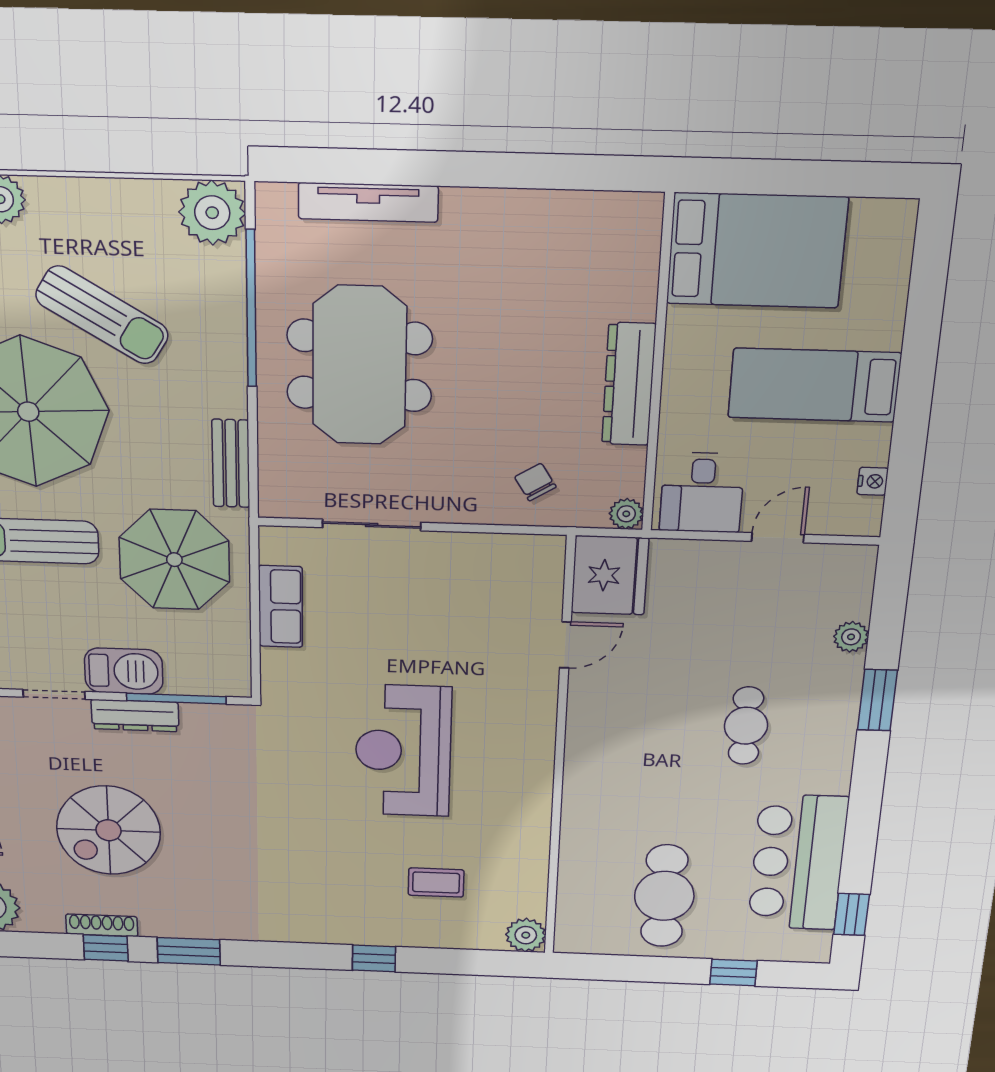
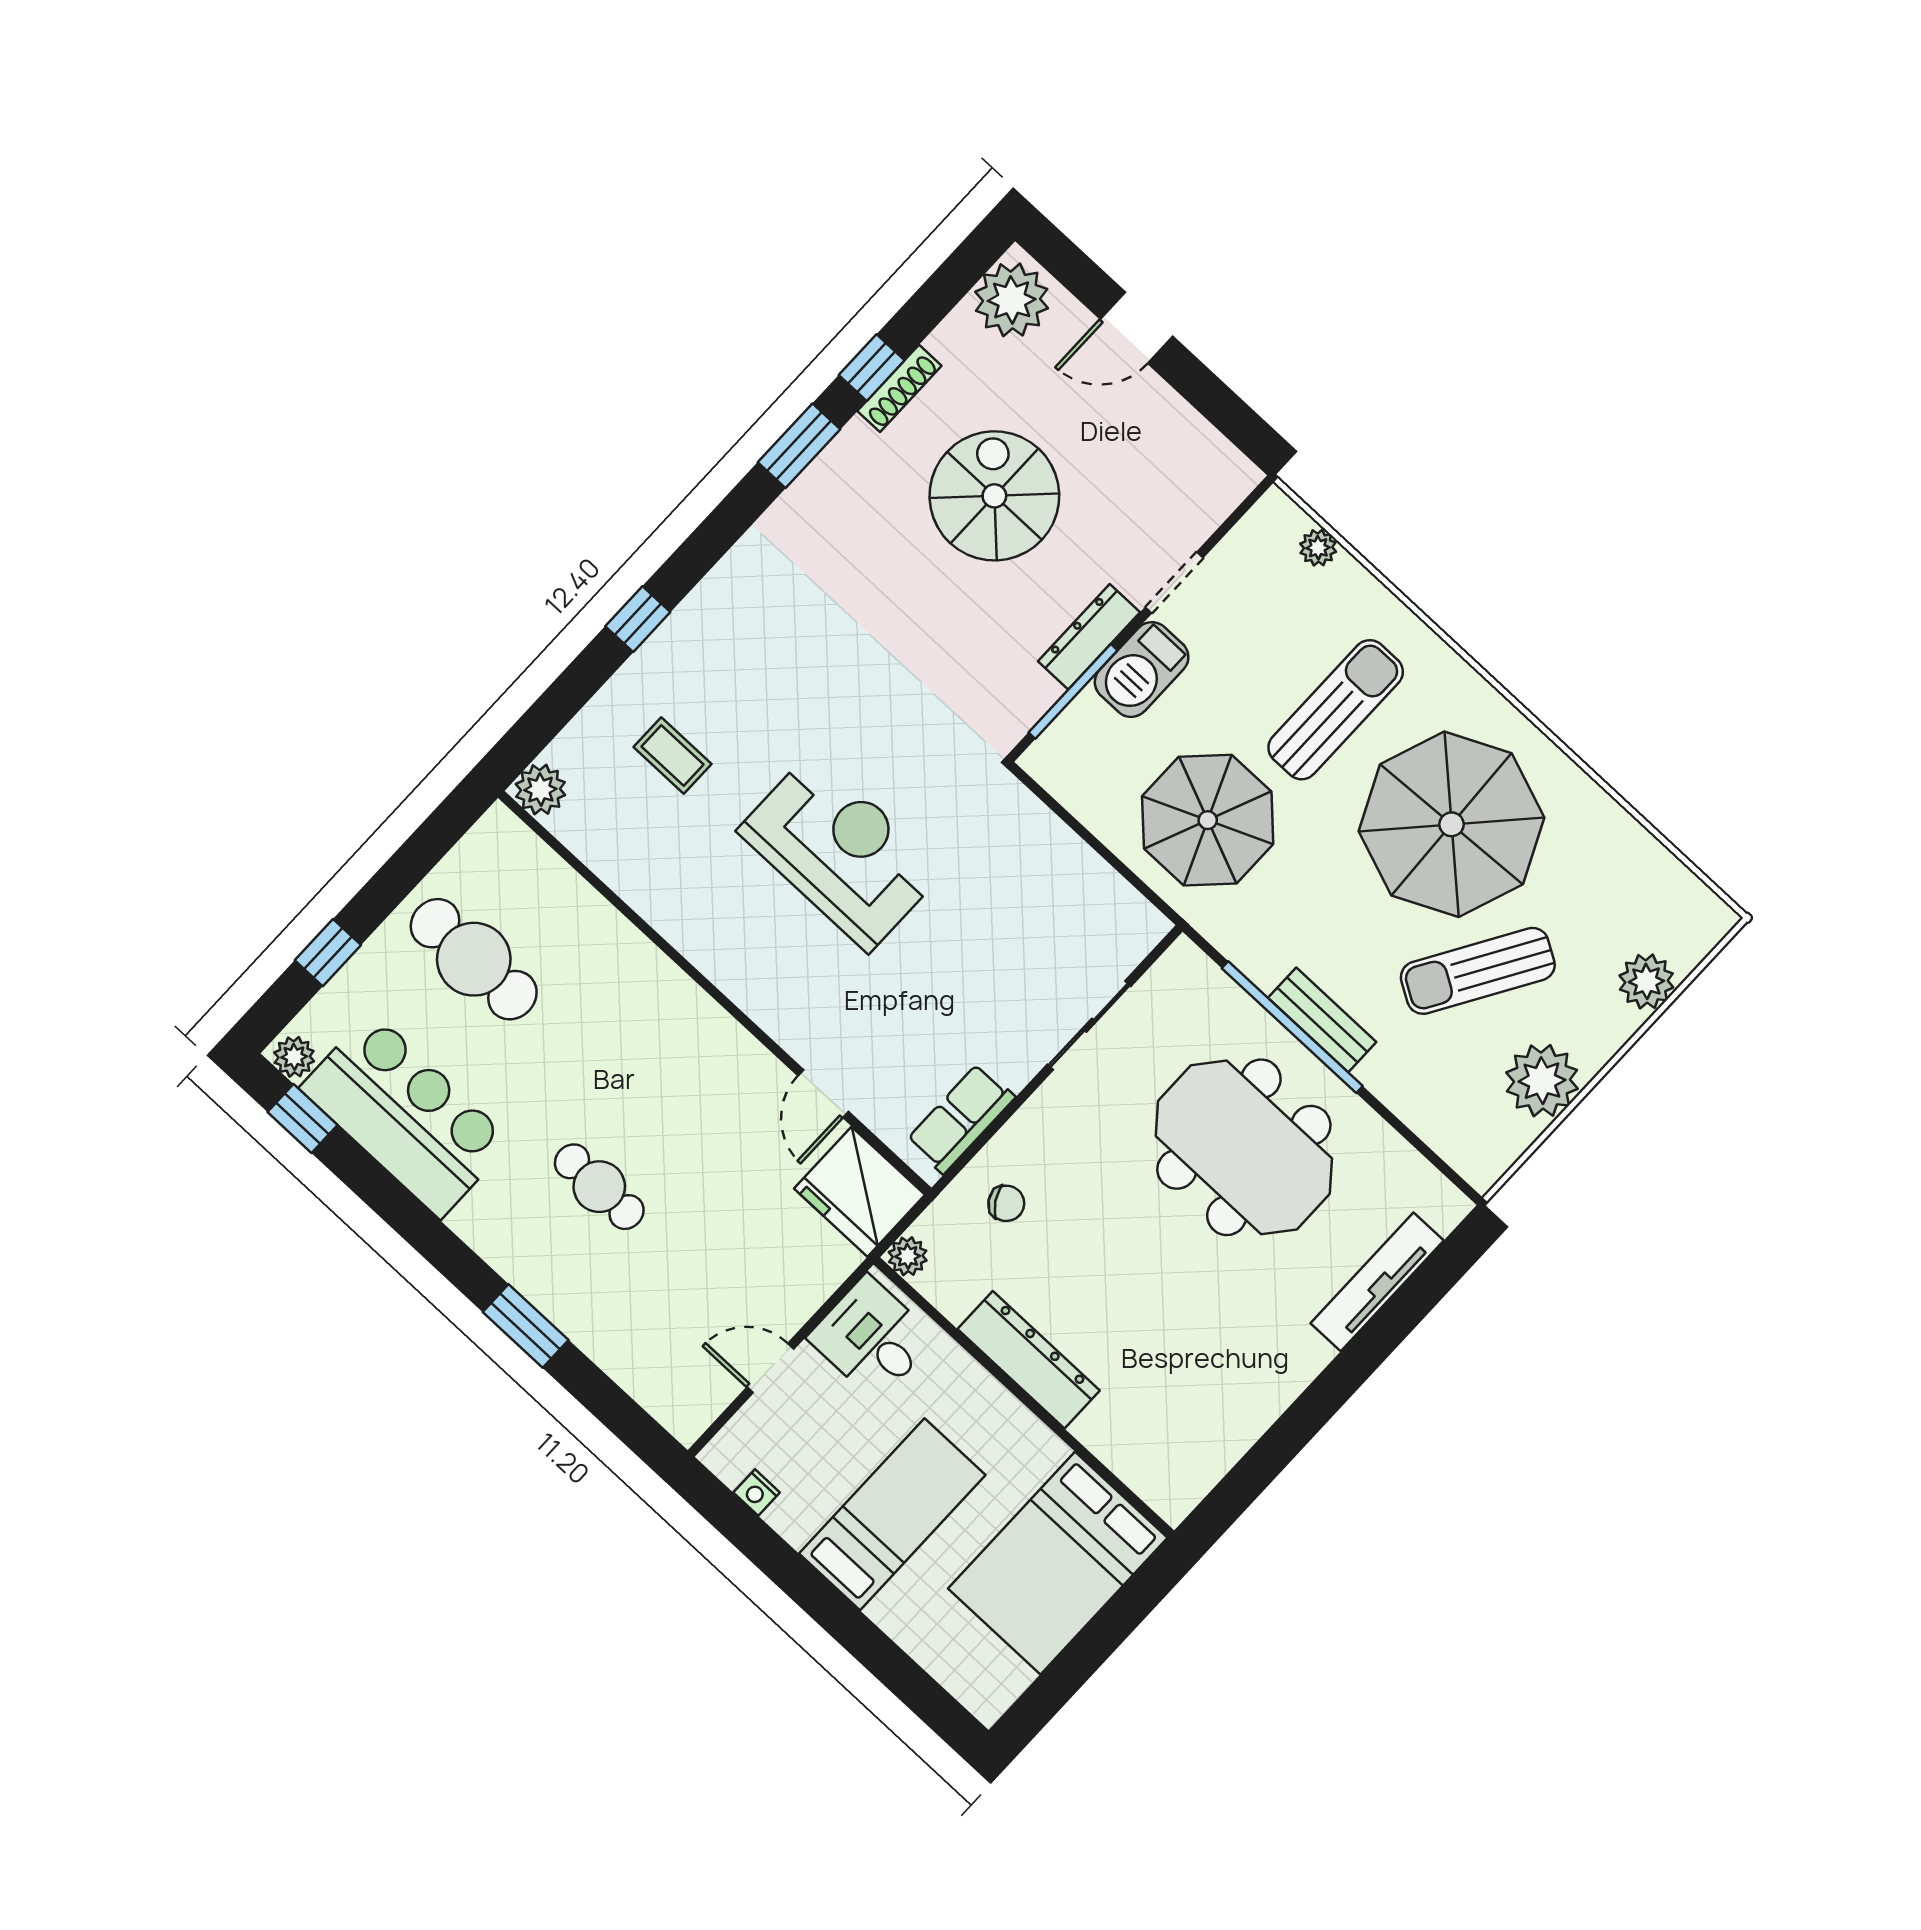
plant: (212, 213) -> (1542, 1081), moved
window: (251, 309) -> (1292, 1027), moved
bench: (231, 463) -> (1322, 1020), moved
door: (778, 538) -> (770, 1368), swing flipped
row of seats: (281, 607) -> (961, 1119), moved, turned 90
plant: (851, 637) -> (294, 1057), moved
coffee table: (436, 883) -> (673, 756), turned 90

